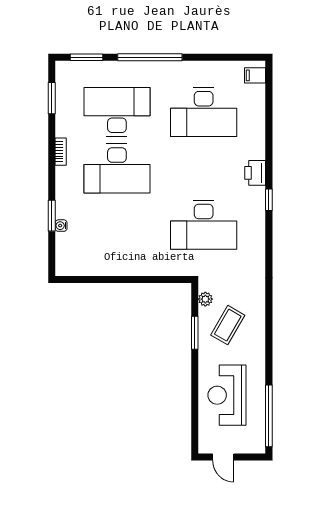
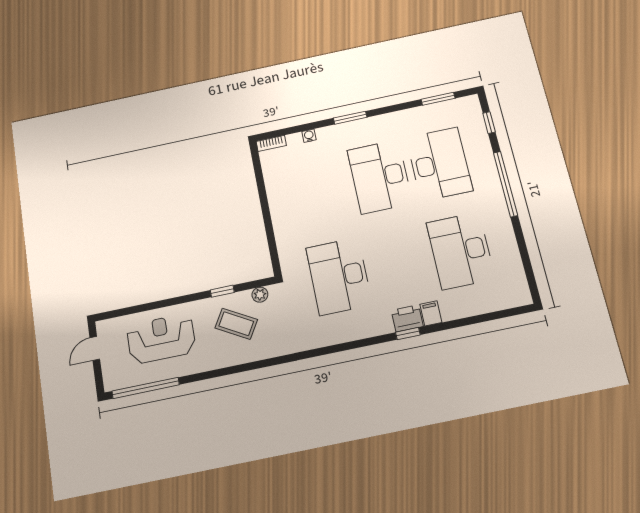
window: (87, 57) -> (489, 123), width x0.67
filing cabinet: (255, 75) -> (431, 313), moved
bookcase: (61, 152) -> (271, 143), moved
window: (269, 200) -> (408, 334), moved
window: (52, 216) -> (350, 118), moved
window: (195, 333) -> (222, 291), width x0.67

